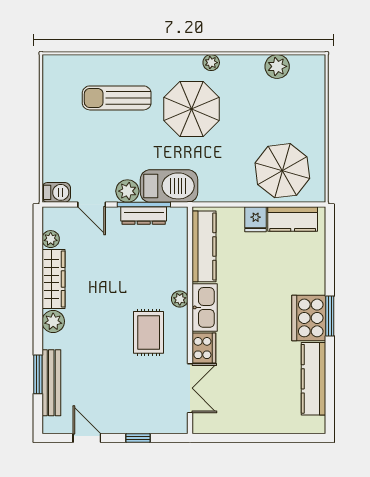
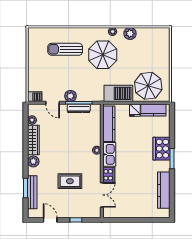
plant: (277, 66) -> (130, 34), moved
barbecue: (169, 186) -> (118, 93), moved
cooker: (309, 318) -> (161, 149), moved
rug: (149, 332) -> (70, 181), moved, turned 90

